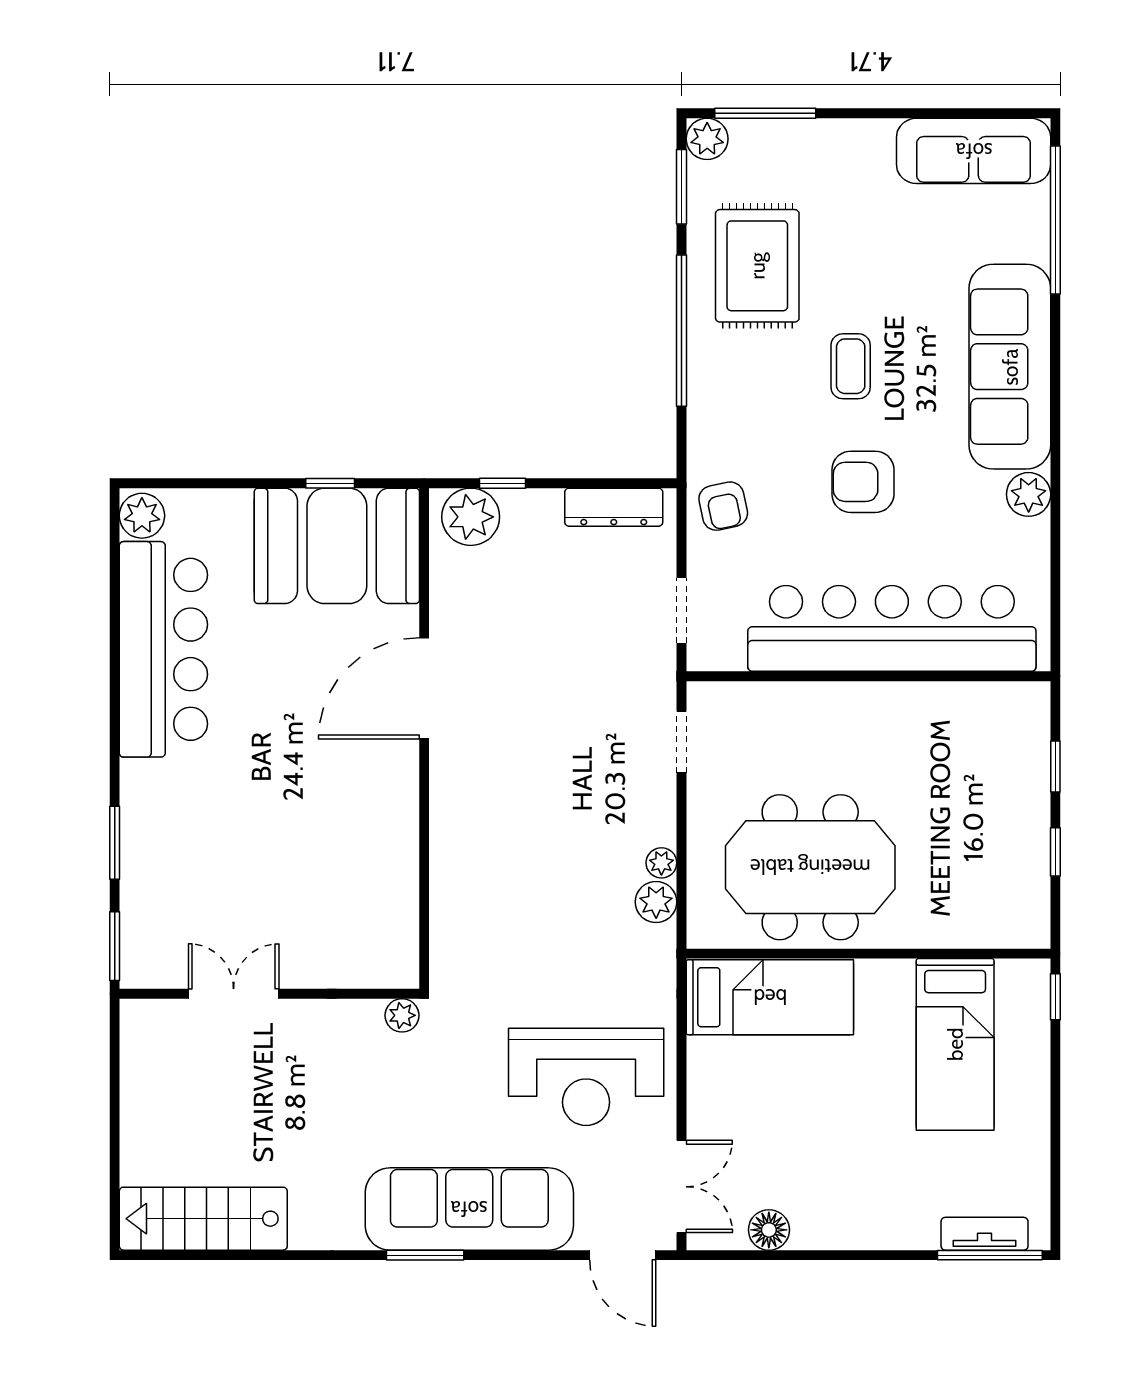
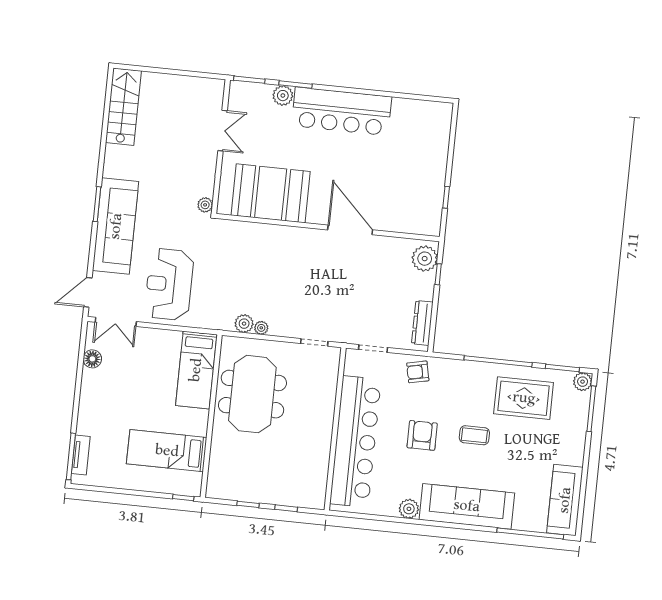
plant: (142, 516) -> (283, 96), moved
booth: (337, 546) -> (271, 193), moved, turned 90
bar counter: (163, 649) -> (342, 111), moved

